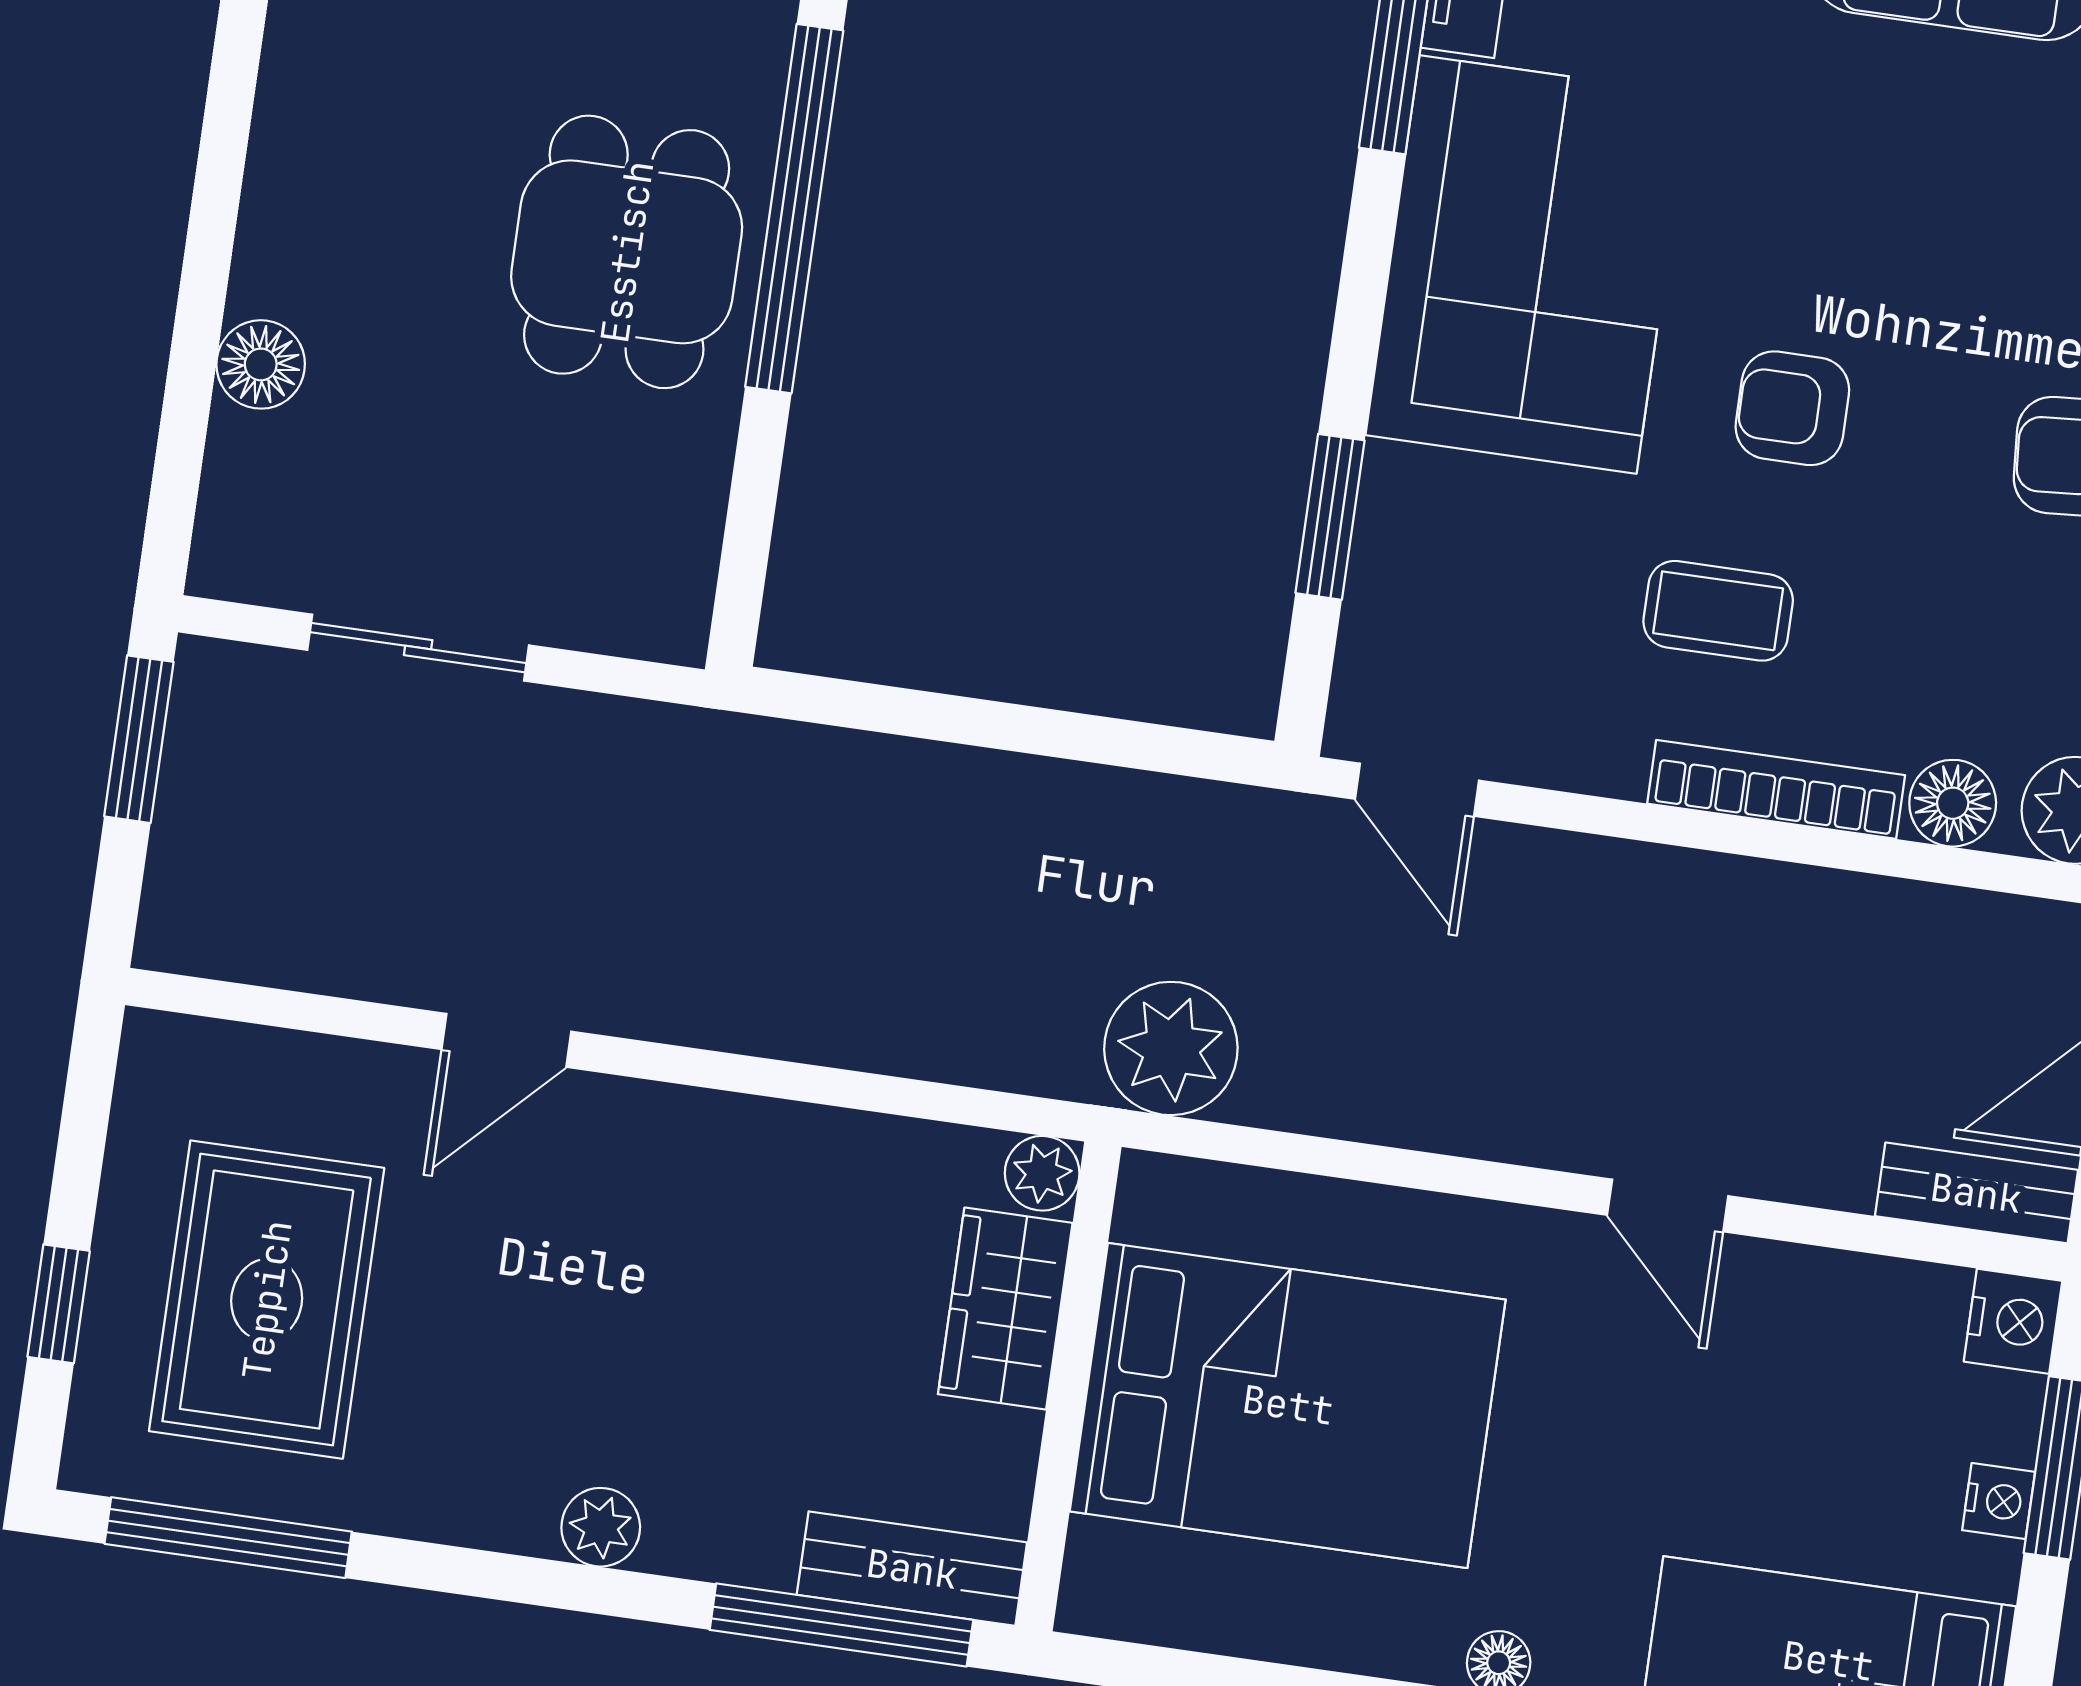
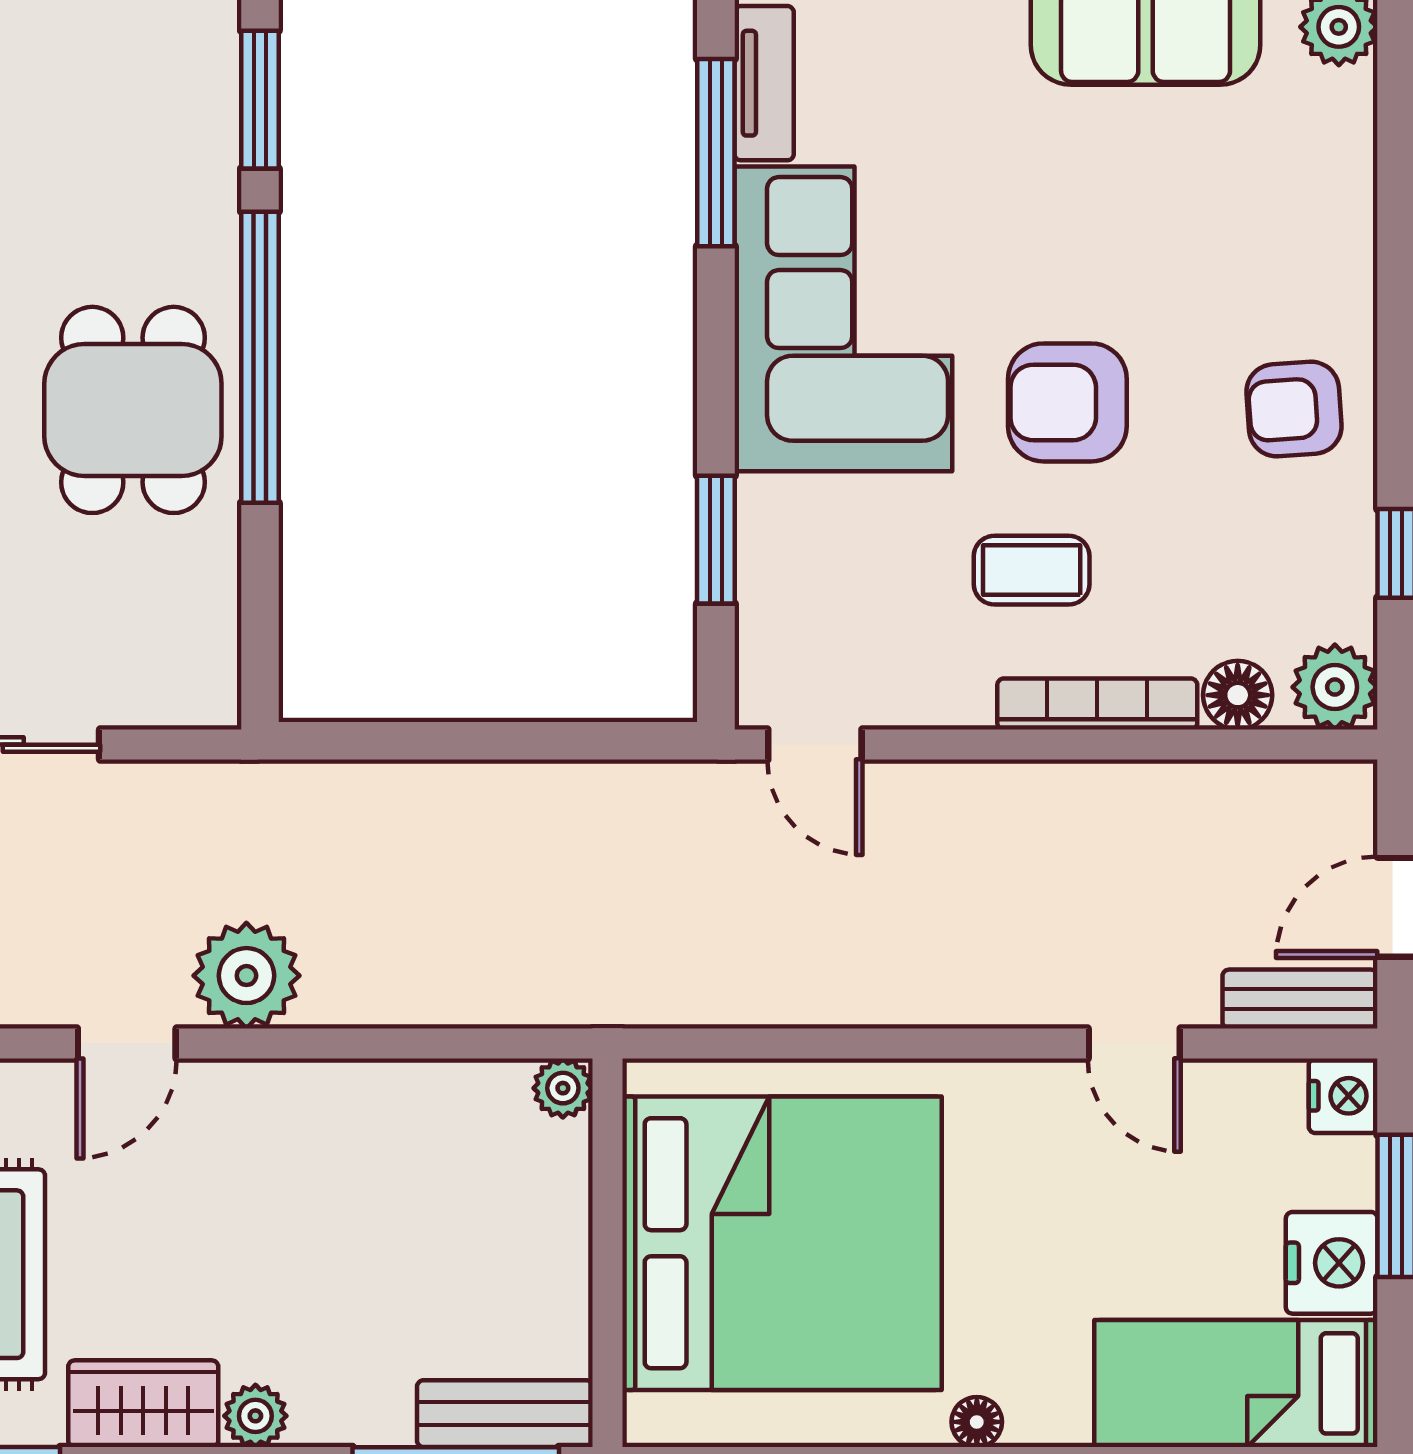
armchair: (1792, 408) -> (1067, 402), width x1.38, depth x1.38
plant: (1171, 1048) -> (246, 976), moved
door: (1668, 1206) -> (1134, 1043), moved
wardrobe: (1005, 1309) -> (143, 1404), moved, turned 90
bed: (1288, 1405) -> (782, 1243), width x1.36
nightstand: (1999, 1501) -> (1332, 1263), width x1.89, depth x1.79

